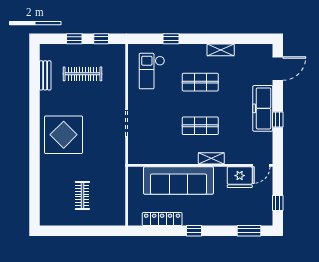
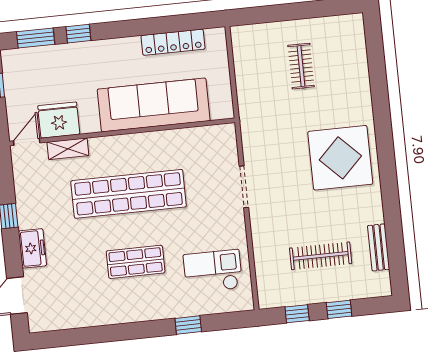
shelving: (221, 50) -> (109, 316), removed
checkout: (152, 71) -> (213, 271), turned -90
freezer: (263, 108) -> (32, 248), width x0.52, depth x0.79
shop shelf: (200, 126) -> (129, 194), width x2.00, depth x1.36
shelving: (211, 158) -> (68, 149), moved
window: (194, 231) -> (78, 34), moved

